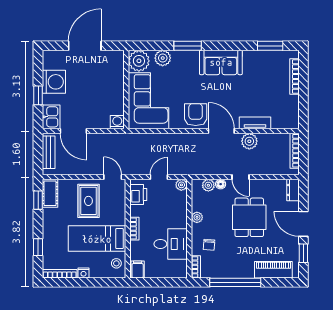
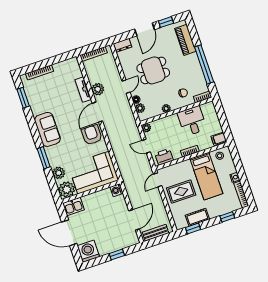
washing machine: (54, 82) -> (88, 251), moved
armchair: (196, 115) -> (92, 135), turned 90
kitchen sink: (51, 117) -> (73, 206), moved, turned 180
cot: (50, 193) -> (197, 217), moved

